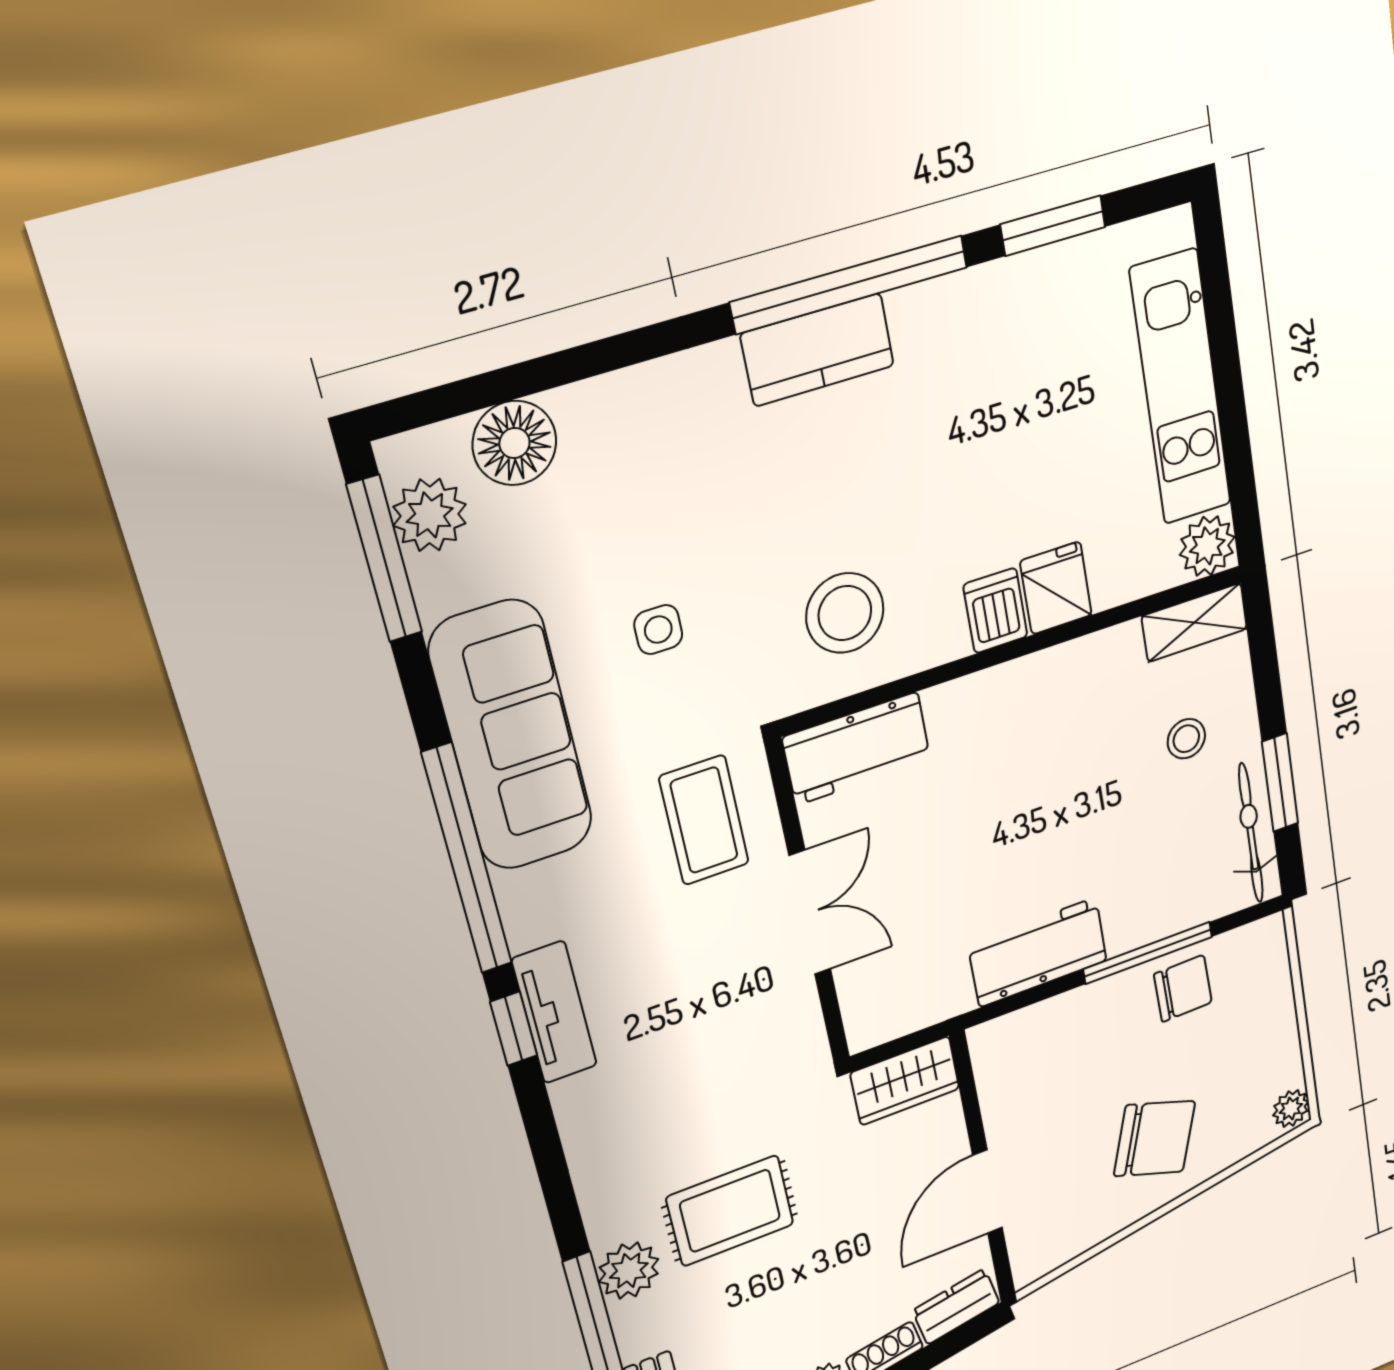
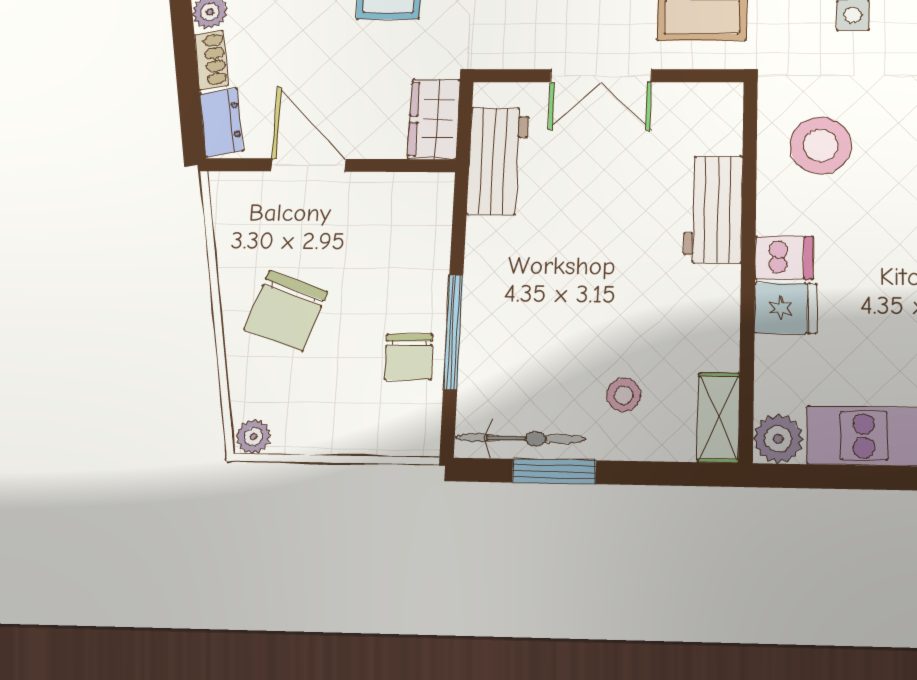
workbench: (857, 749) -> (713, 209), moved
workbench: (1038, 952) -> (498, 161), moved

